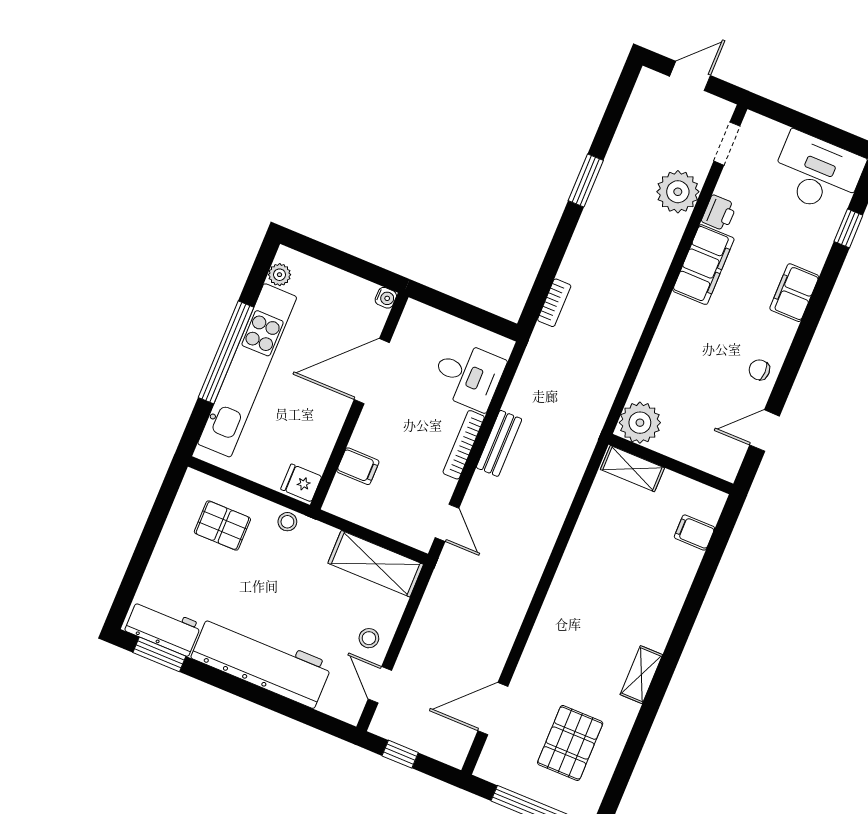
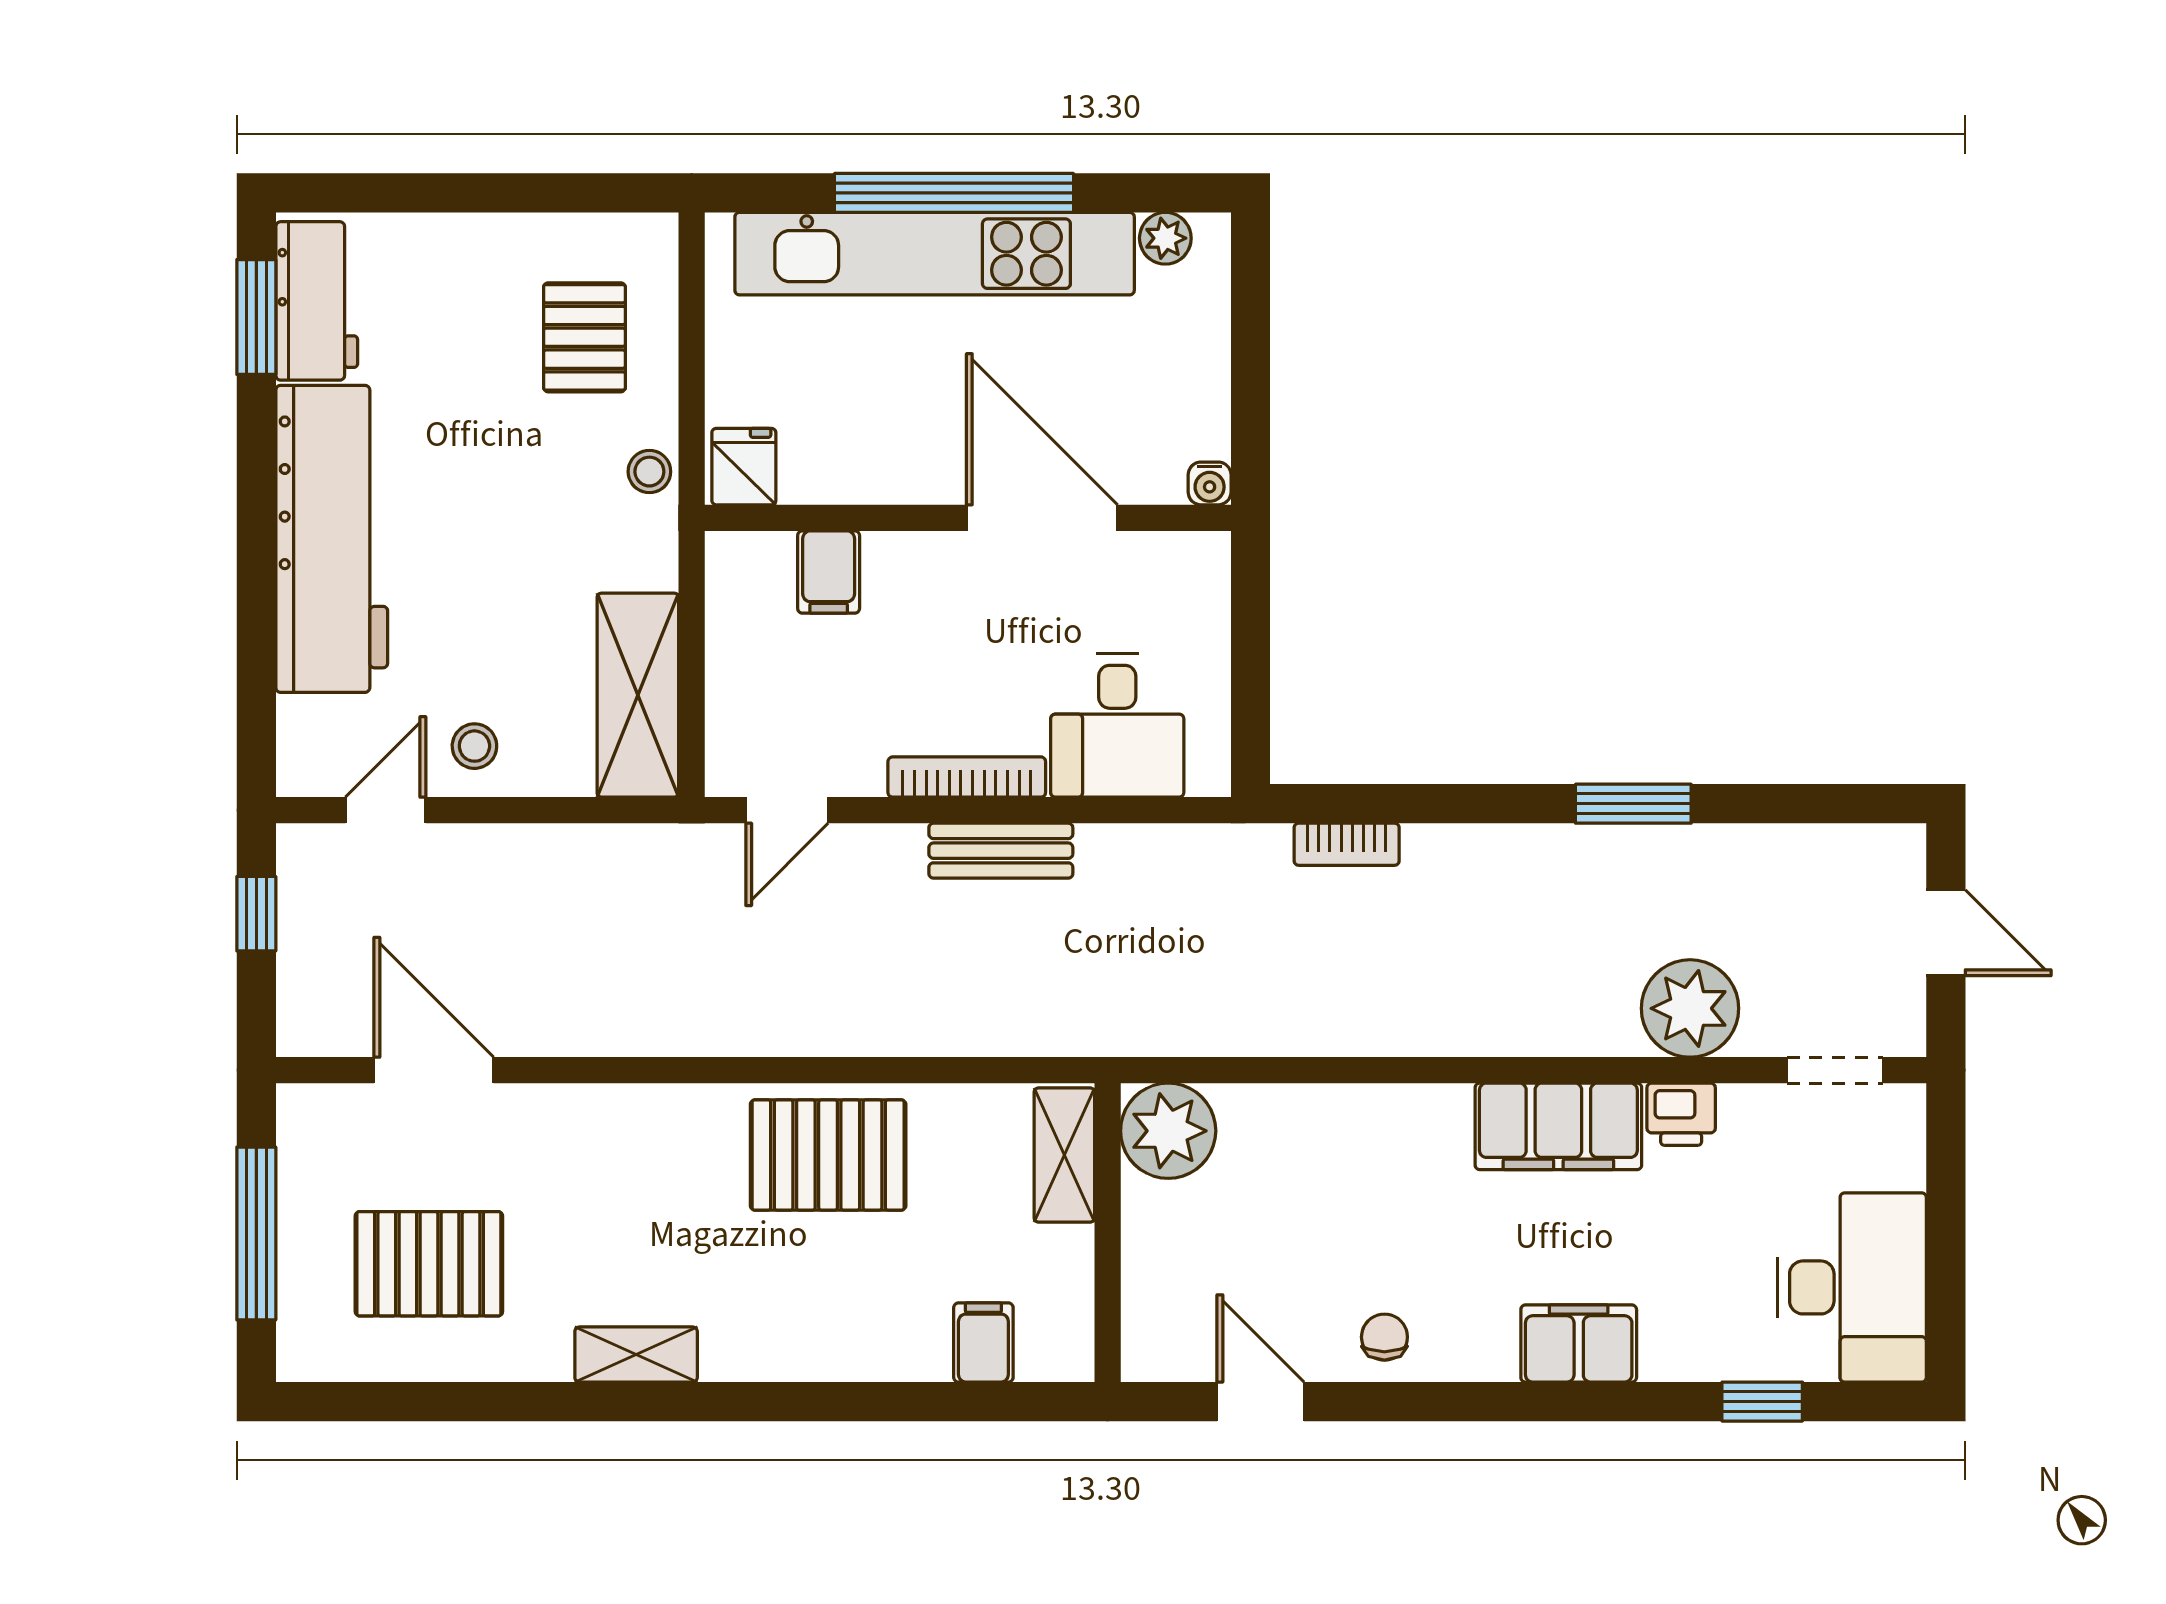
pallet: (593, 564) -> (828, 1155), added

